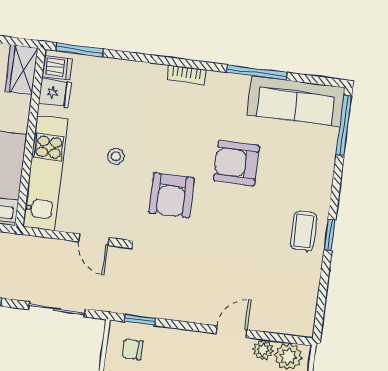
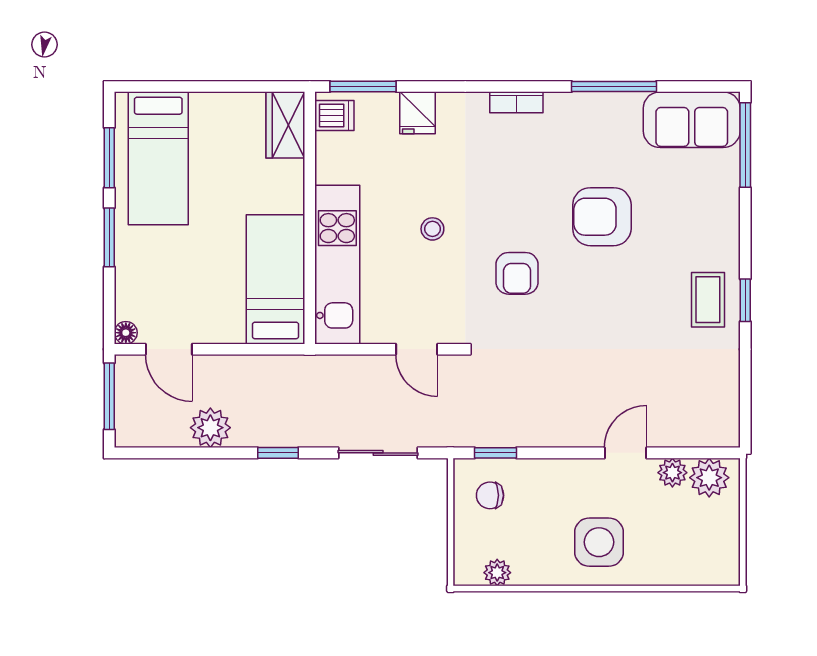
fridge: (55, 93) -> (417, 113), moved, turned 90
sofa: (296, 101) -> (692, 120), width x0.73
armchair: (171, 195) -> (517, 273), width x0.72, depth x0.72

